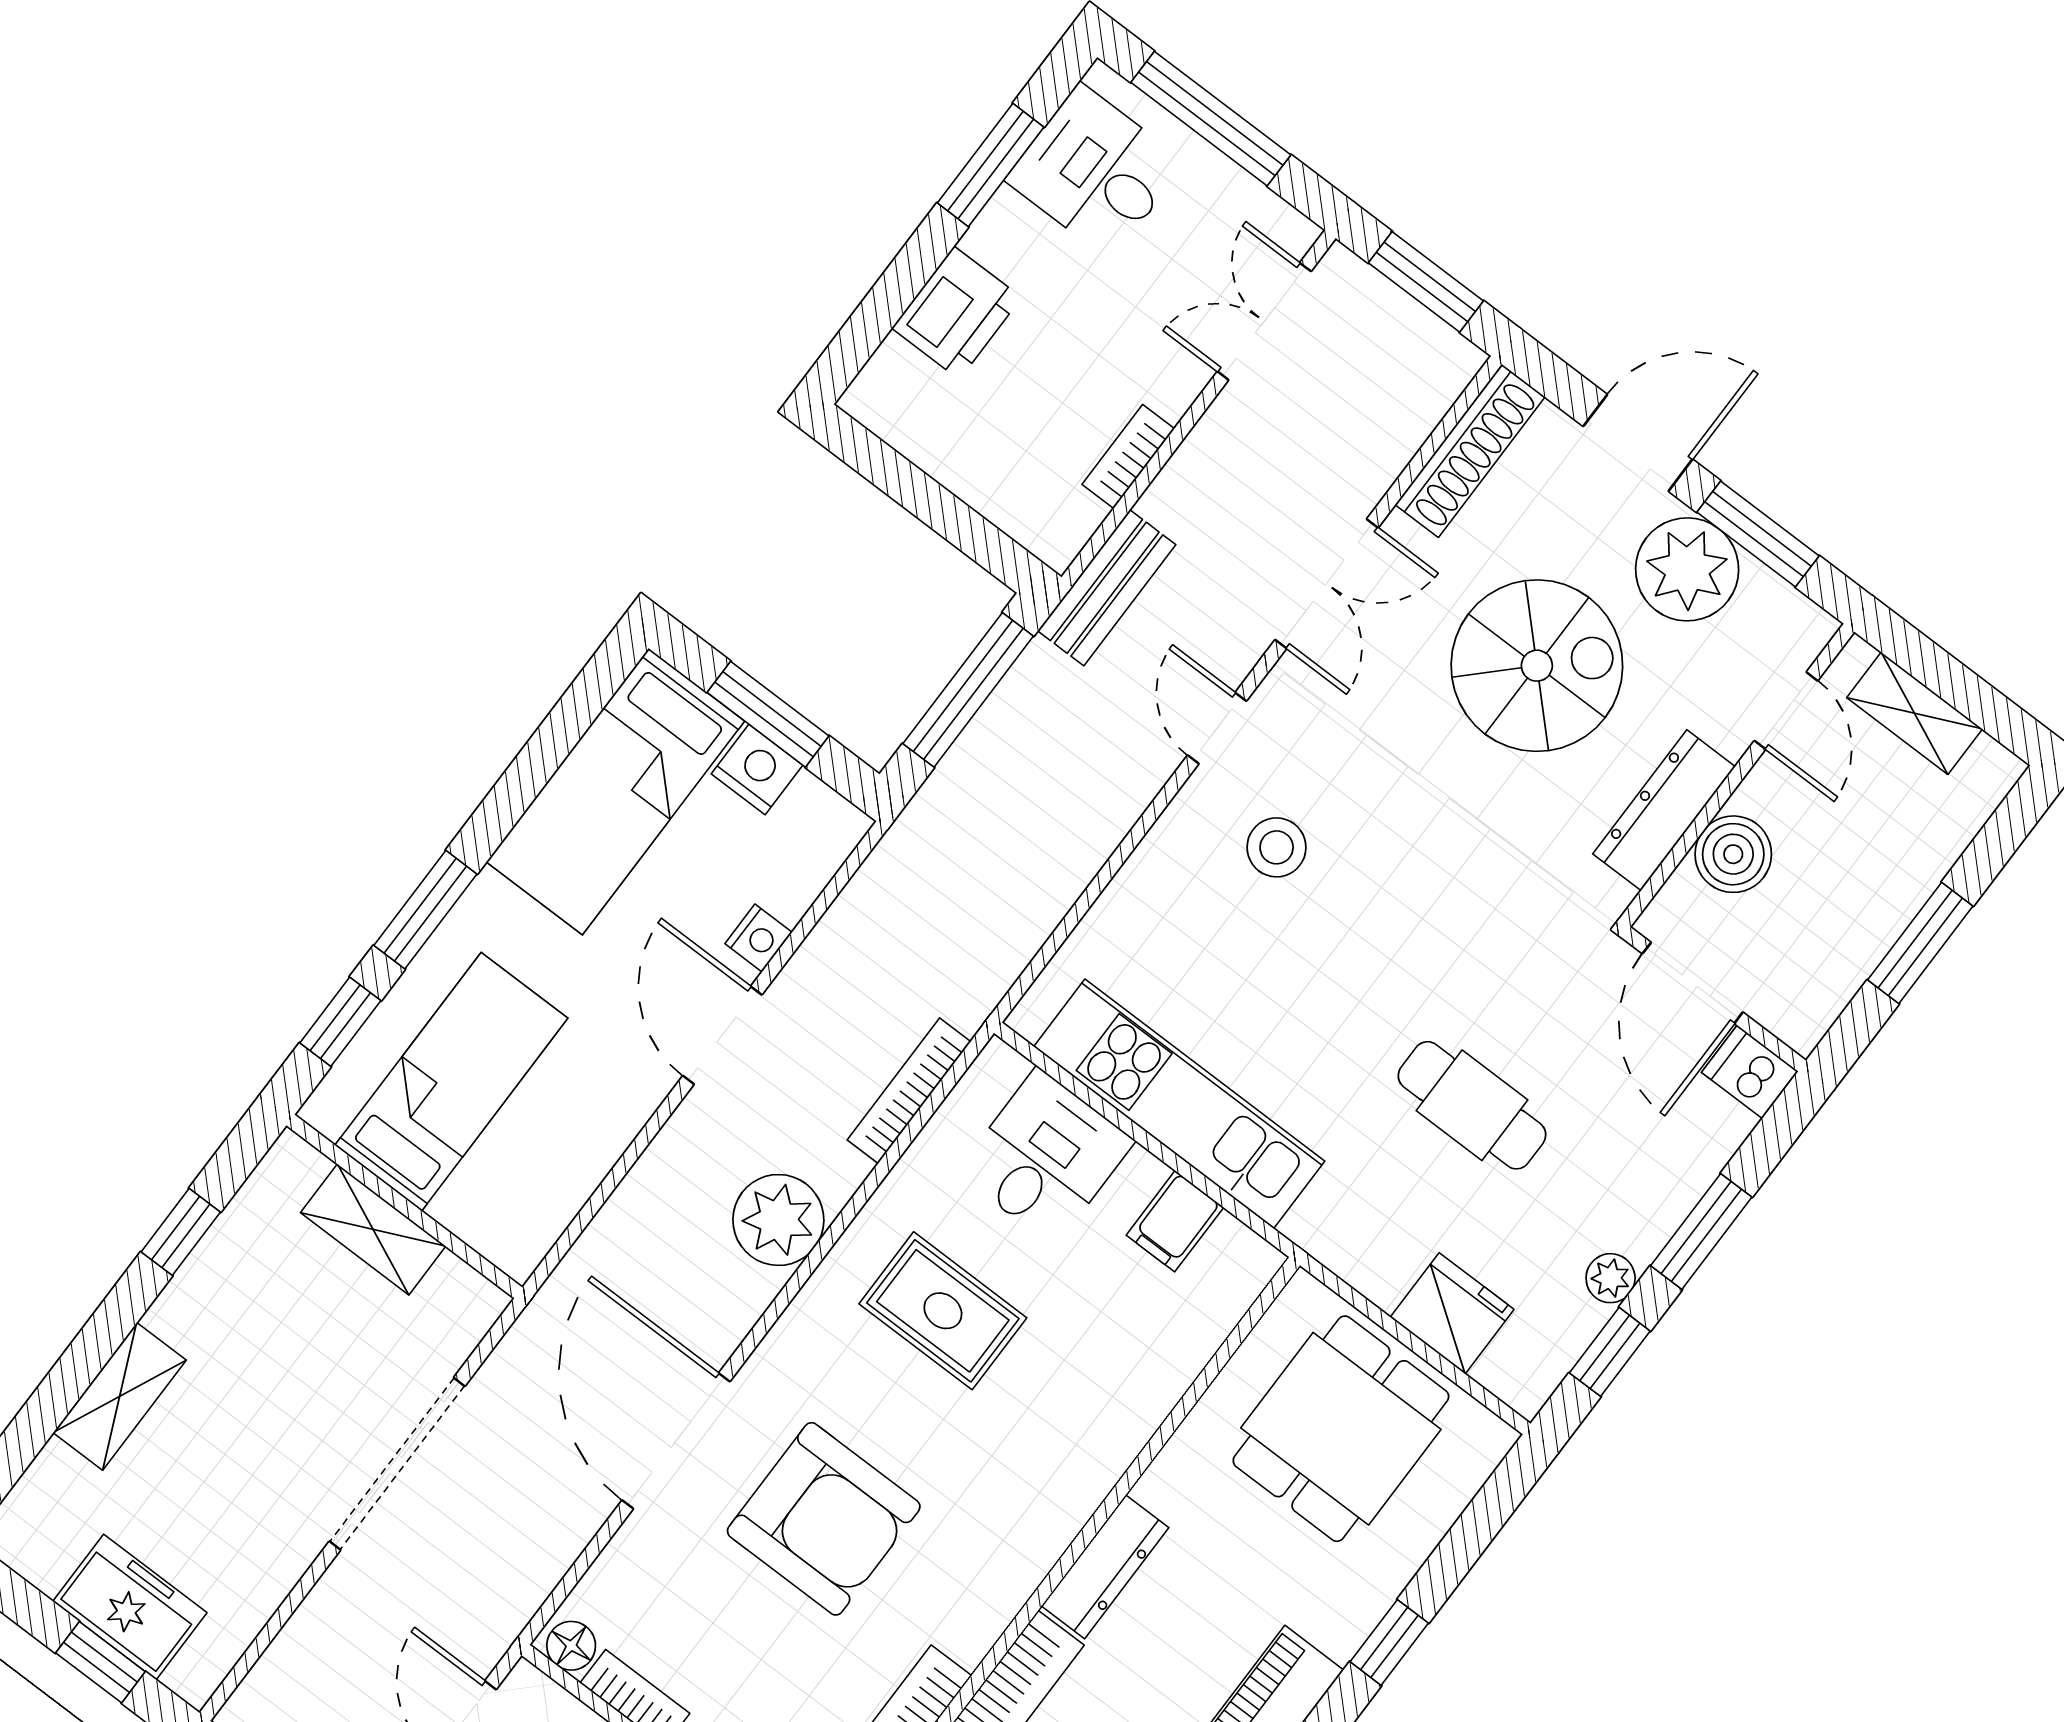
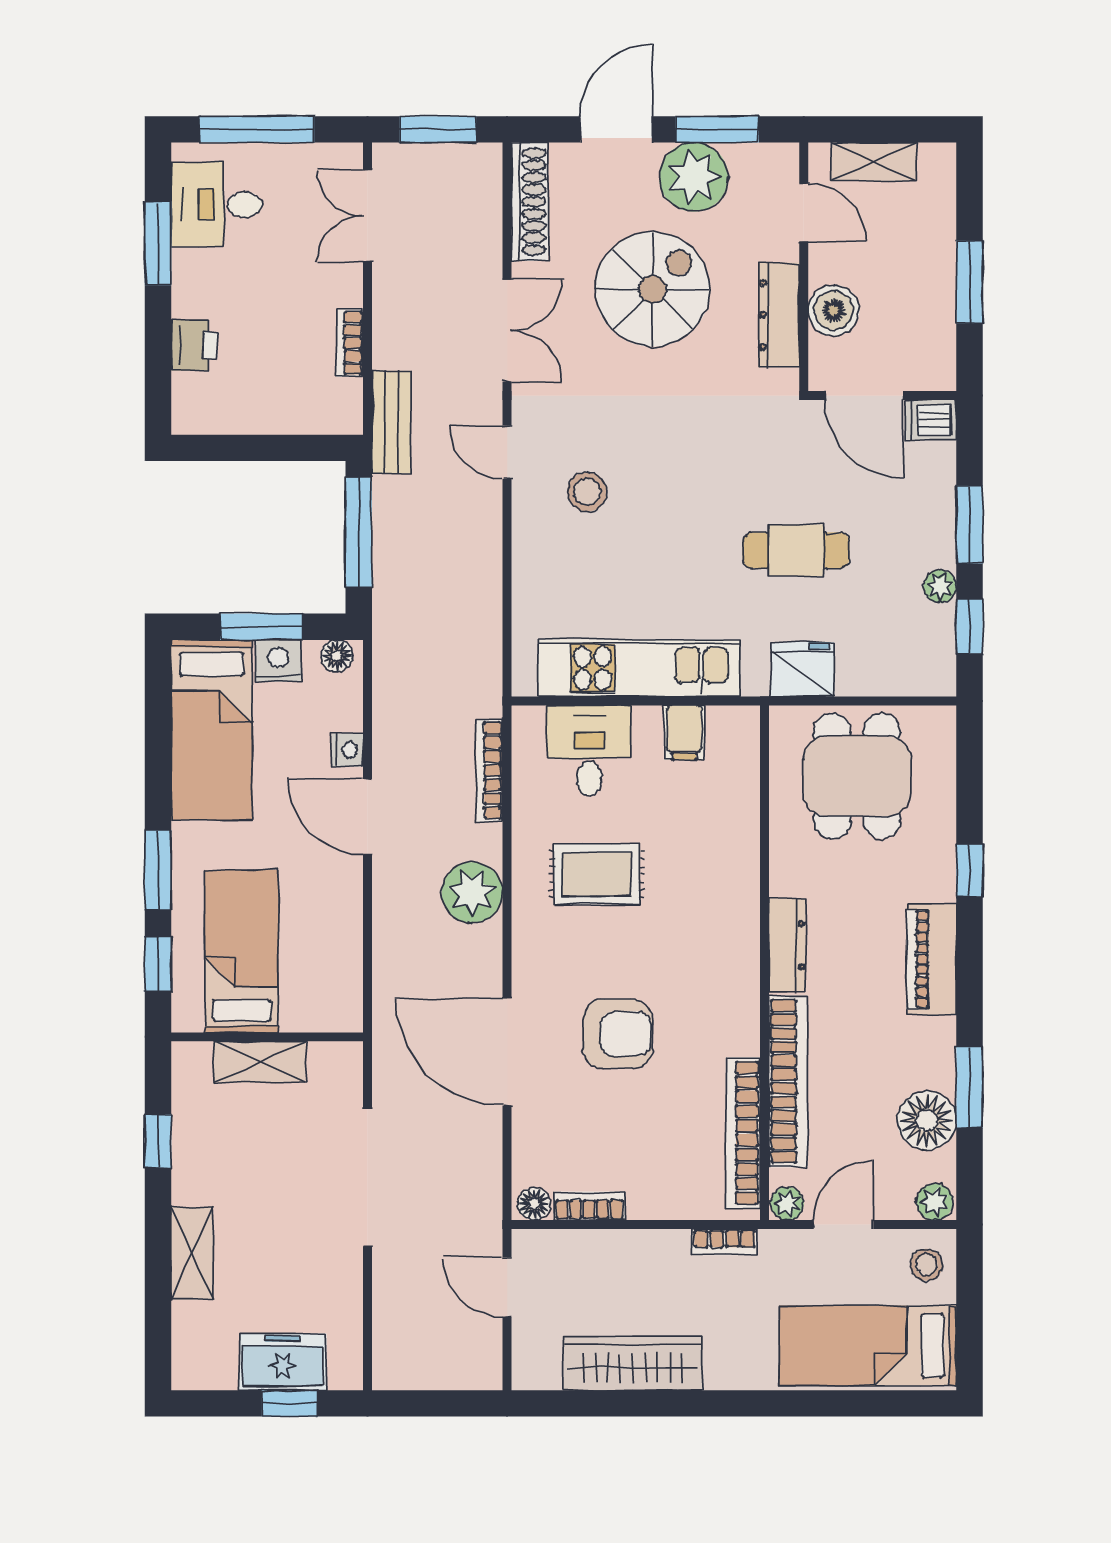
printer: (957, 313) -> (194, 345), width x0.73, depth x0.81
floor lamp: (831, 816) -> (337, 656), added
fridge: (1452, 1313) -> (803, 669), moved
armchair: (824, 1519) -> (617, 1034), width x0.73, depth x0.73

